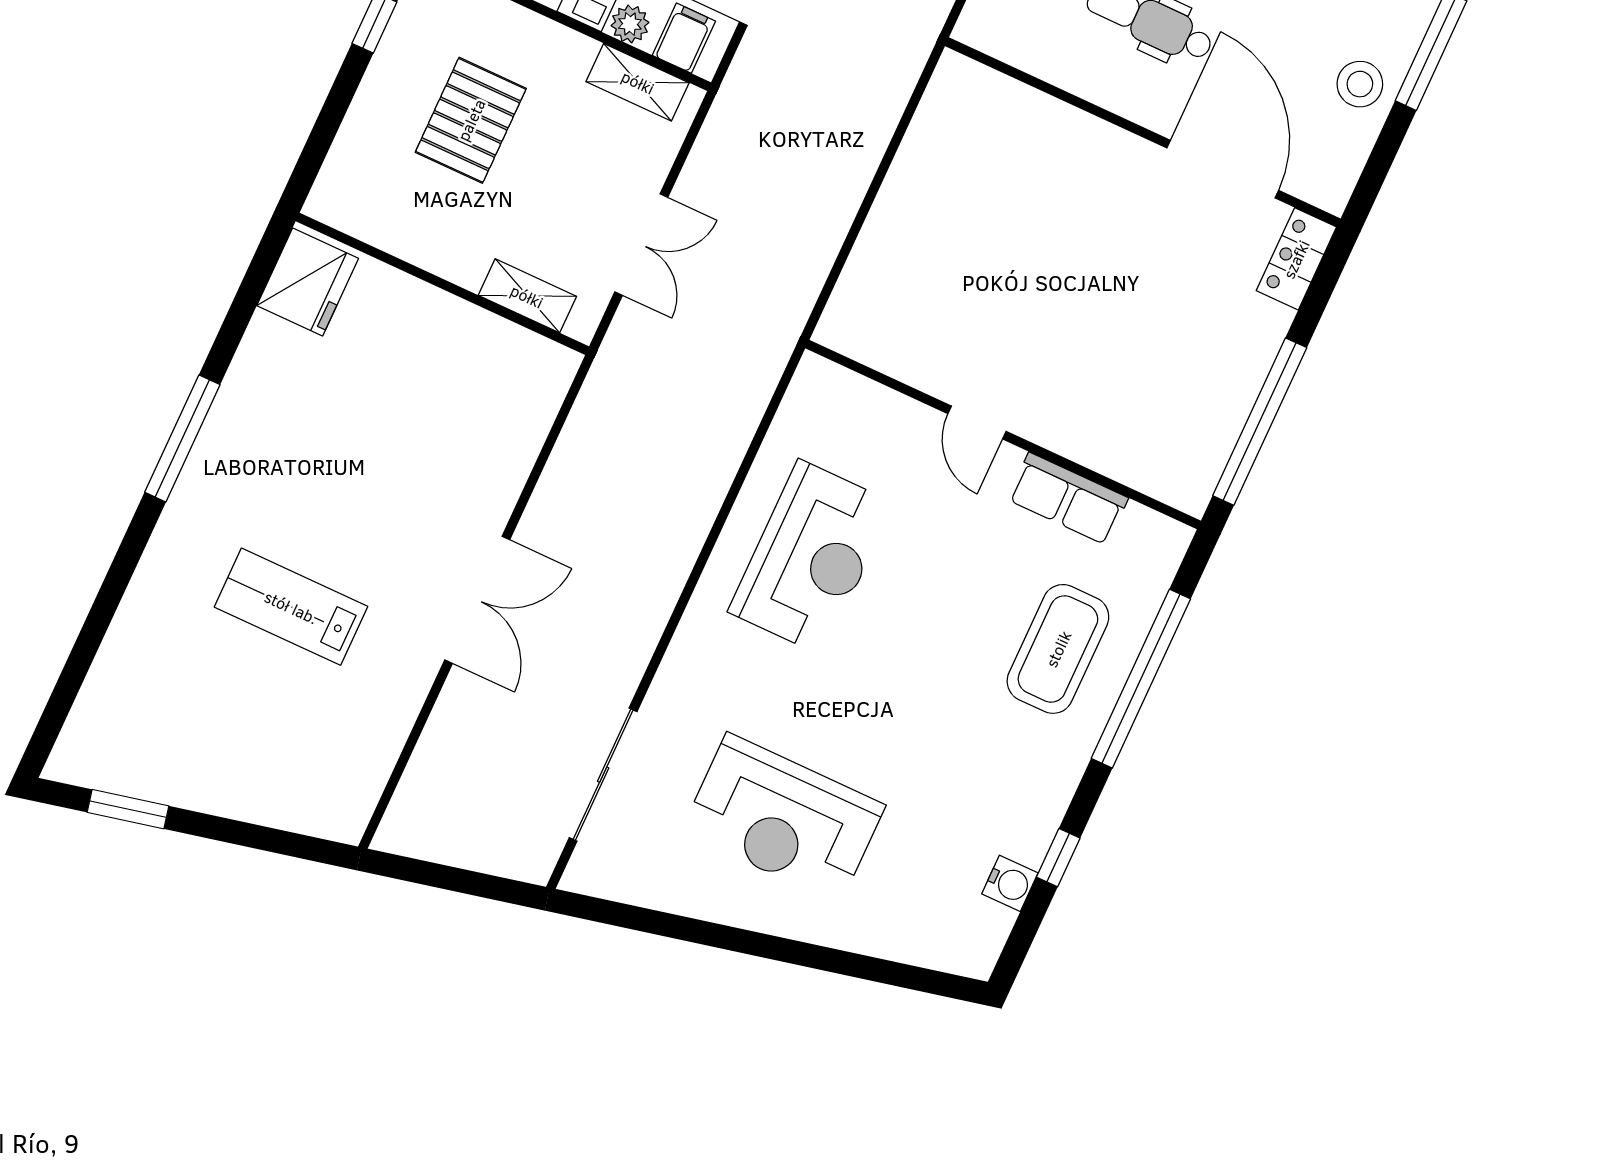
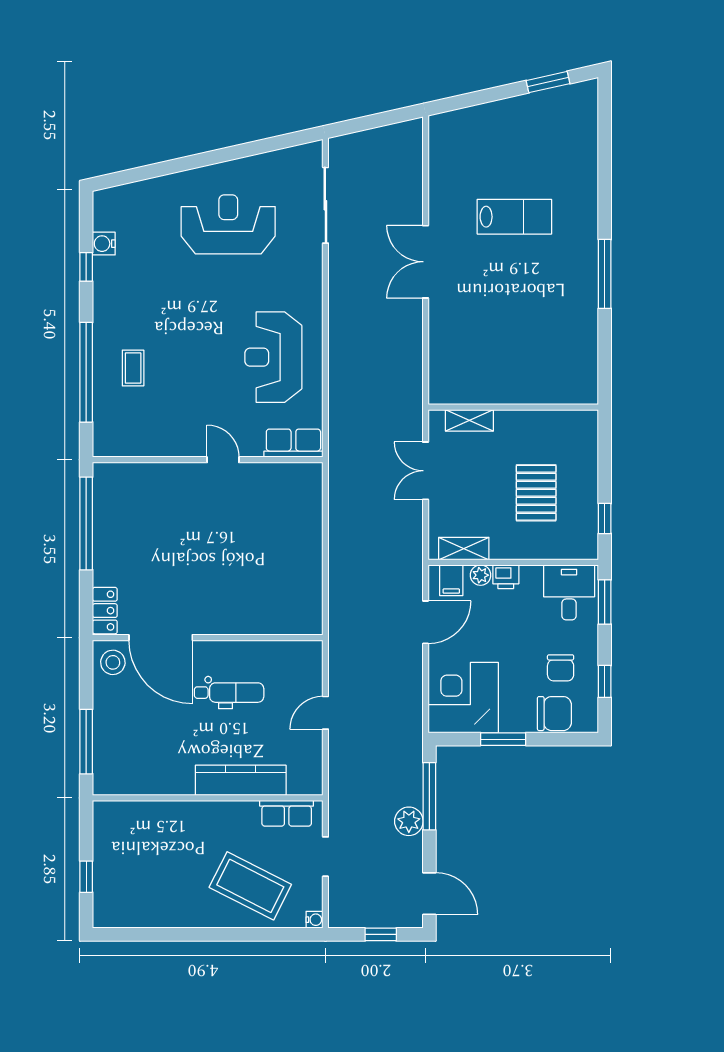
stool: (1360, 84) -> (113, 662), moved
fridge: (308, 282) -> (579, 378), removed
row of seats: (1068, 499) -> (293, 443), moved
coffee table: (1058, 649) -> (133, 368), width x0.54, depth x0.58

